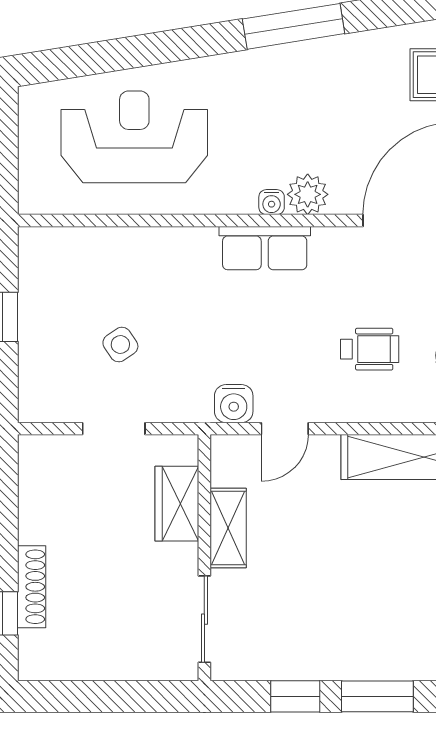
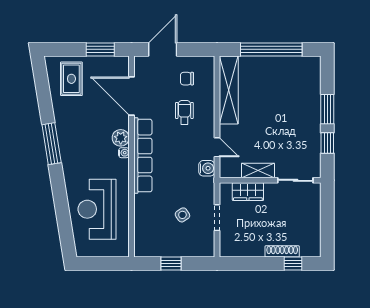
row of seats: (265, 248) -> (143, 156), width x2.02

